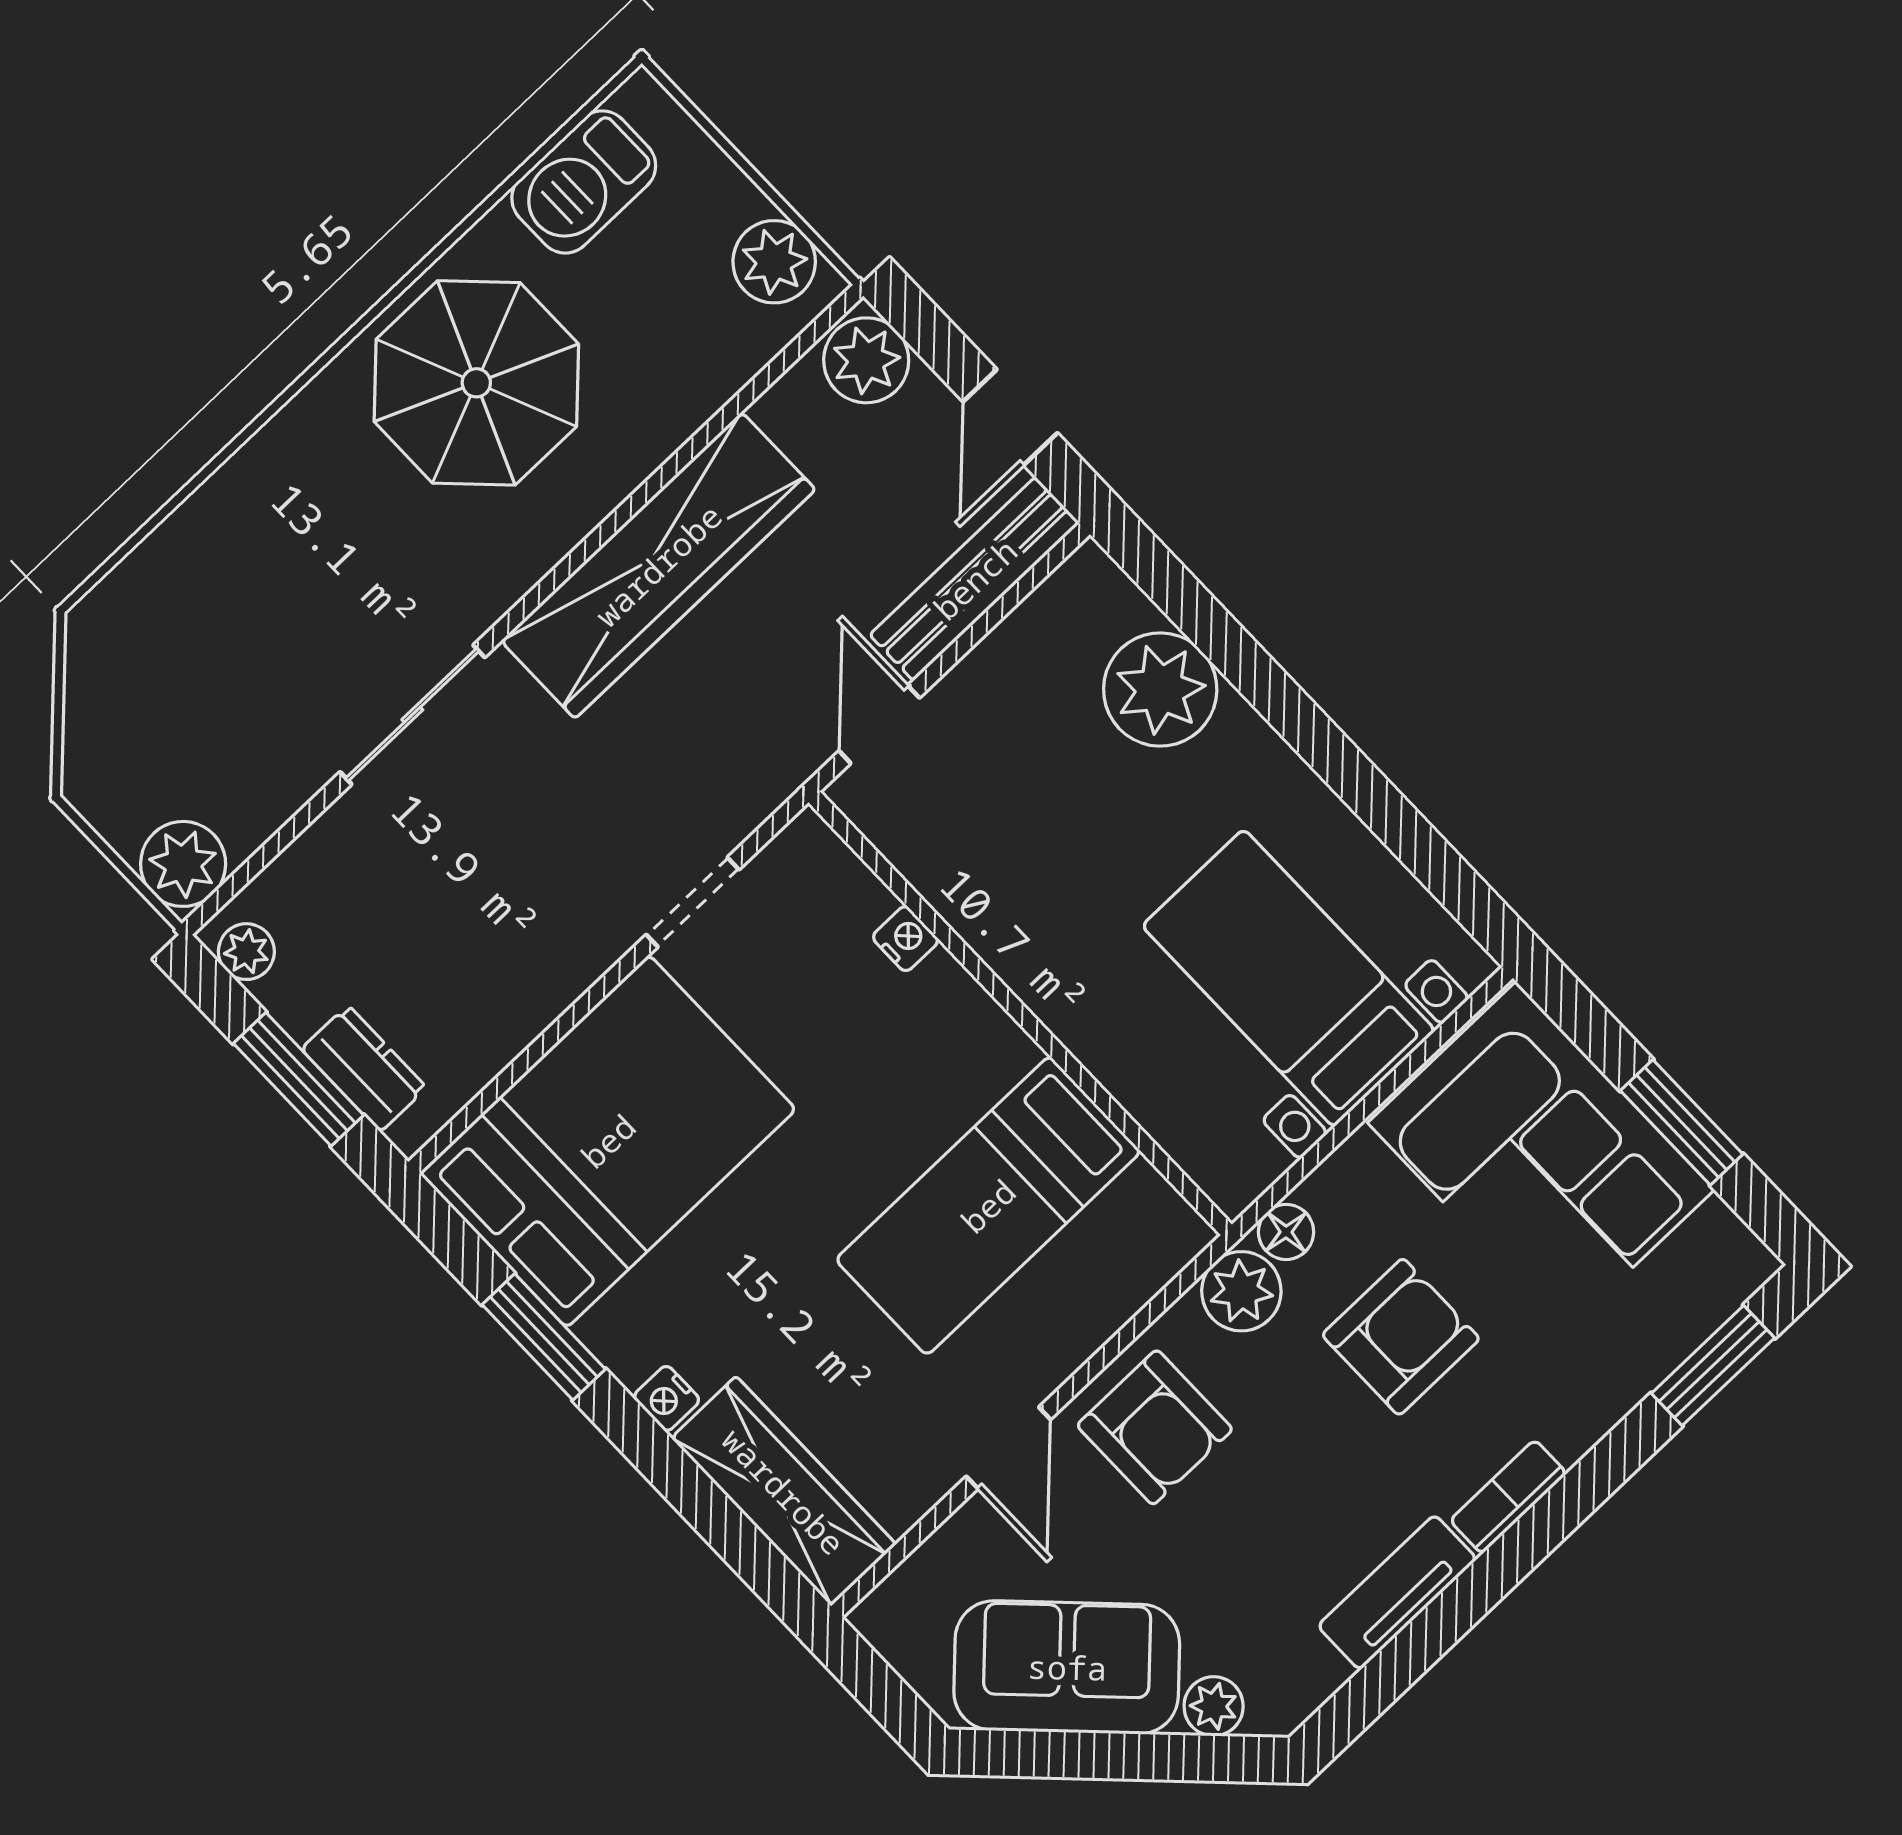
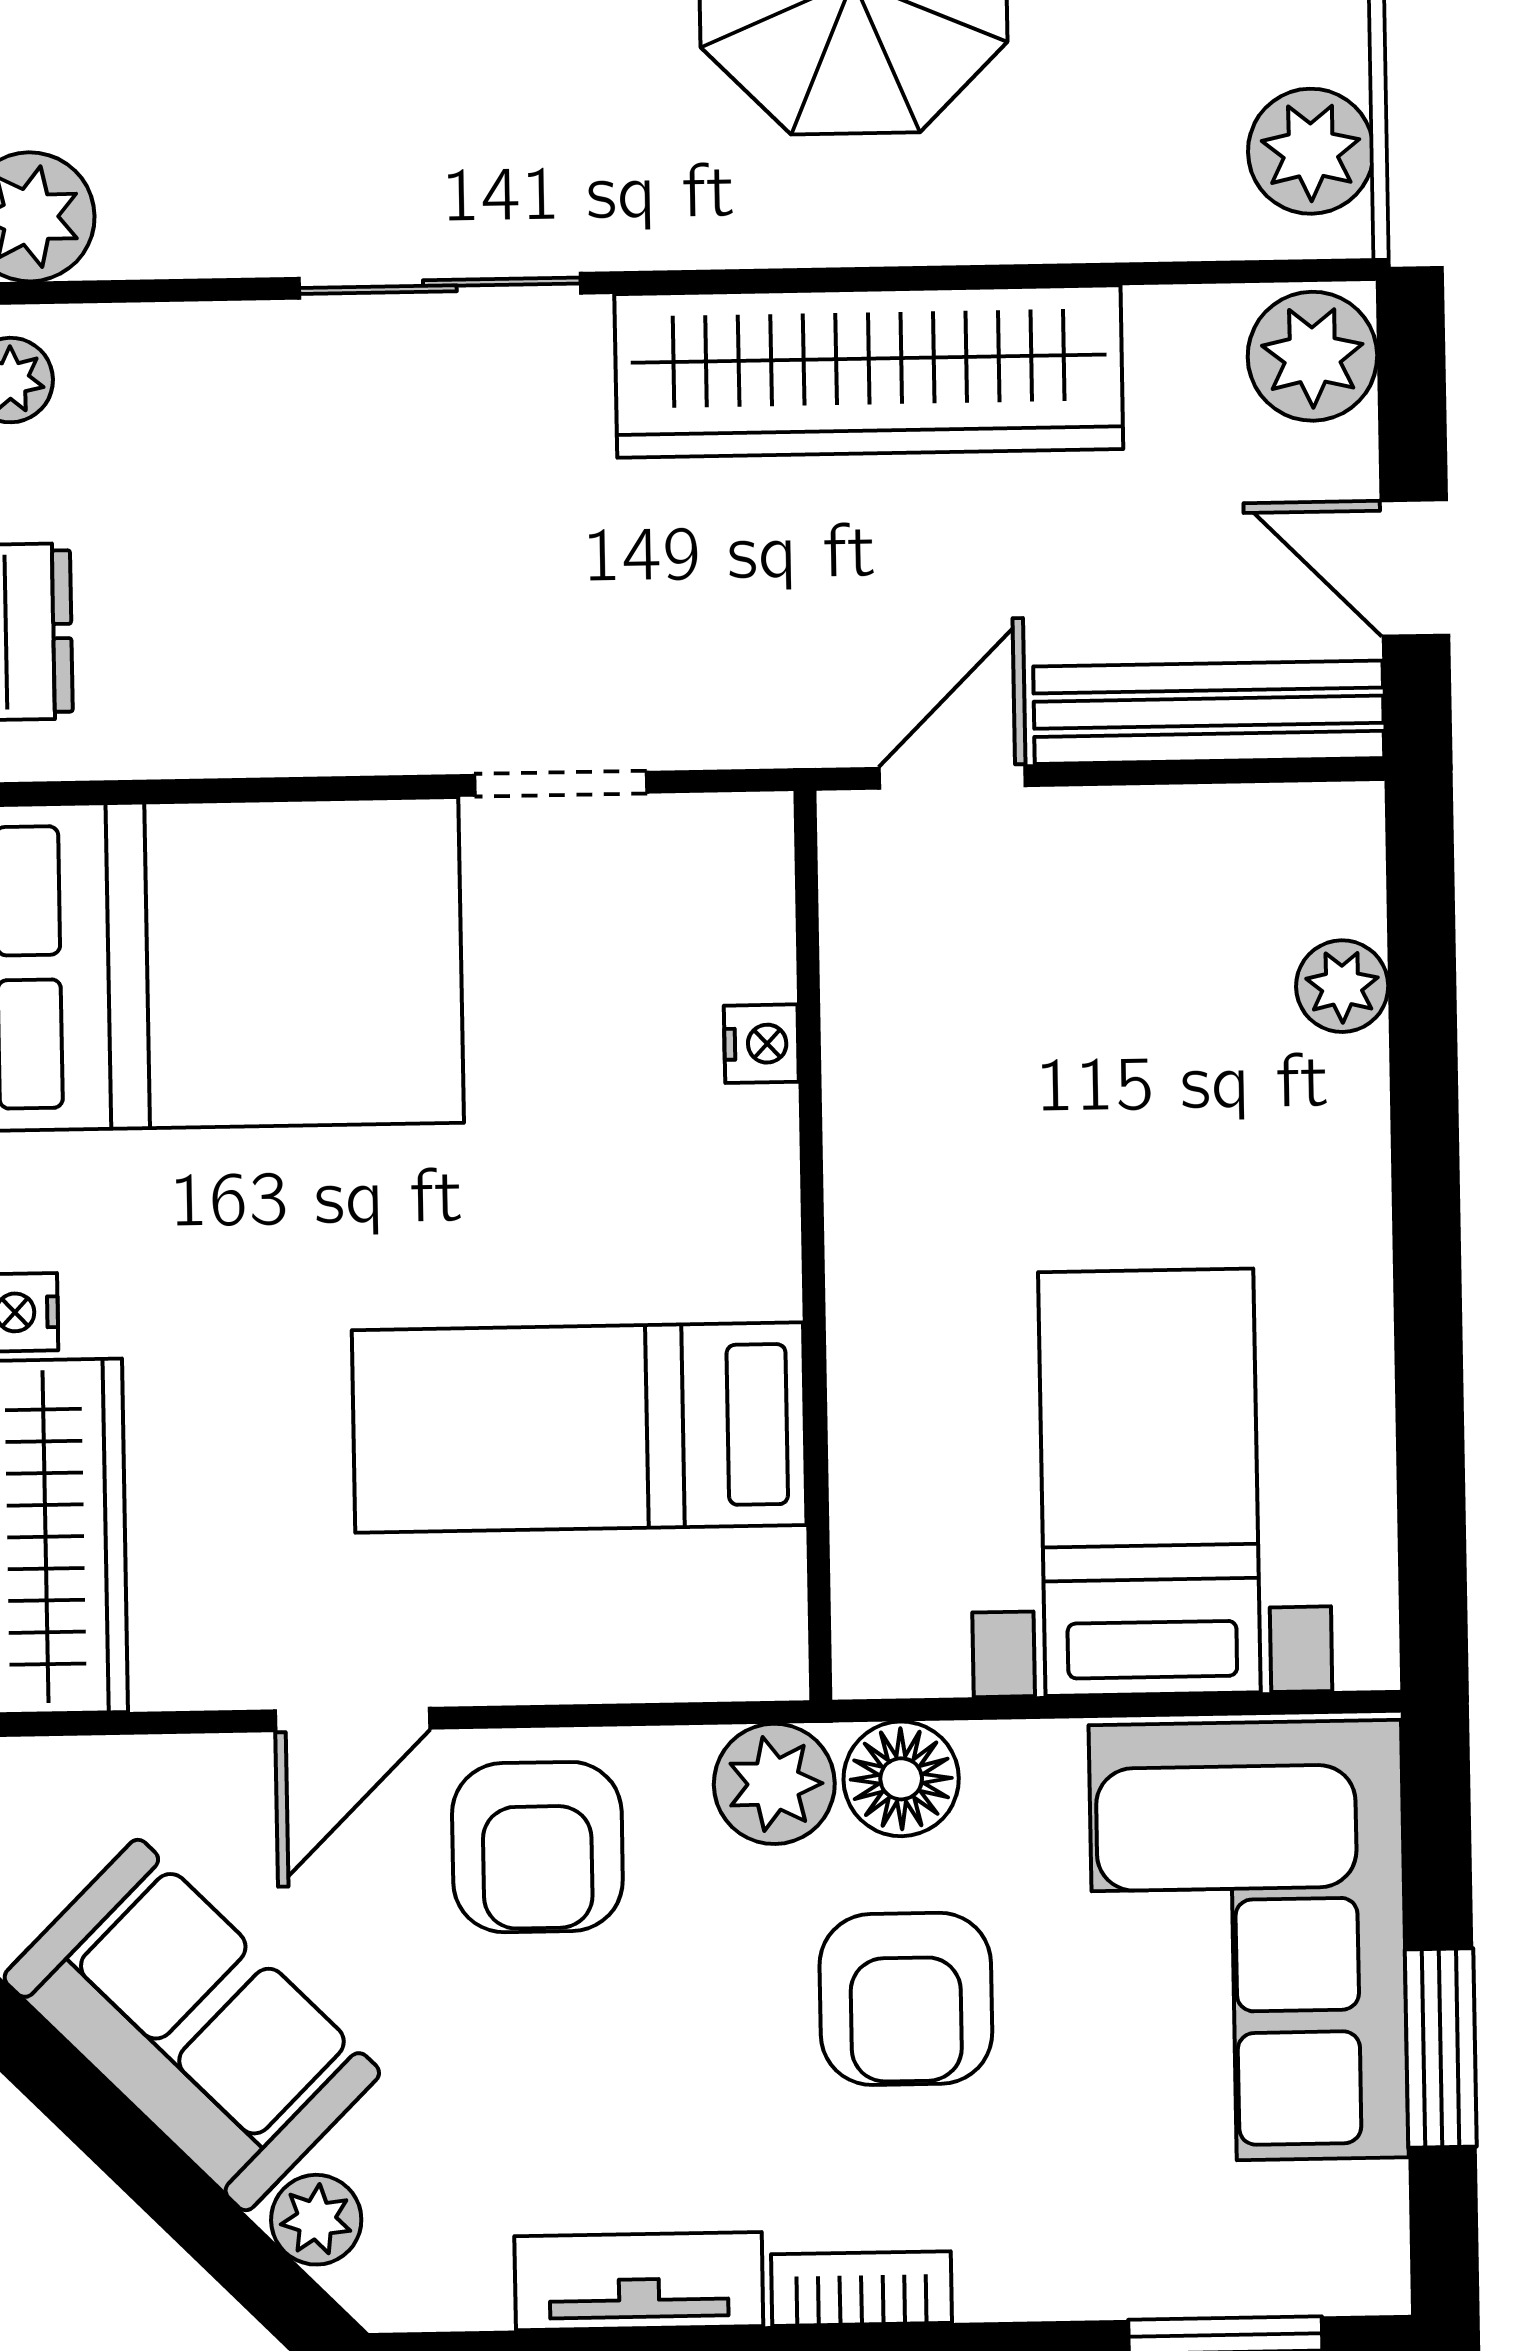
door: (1010, 417) -> (1415, 568), hinge flipped
plant: (1160, 690) -> (1342, 986), width x0.53, depth x0.53
floor lamp: (1286, 1232) -> (901, 1779), width x1.37, depth x1.37
armchair: (1401, 1337) -> (906, 1999), turned 90

